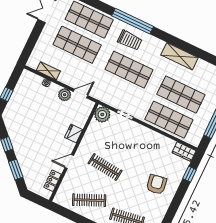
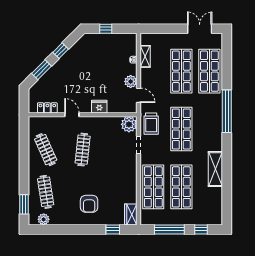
trolley: (130, 40) -> (151, 124), moved
armchair: (156, 184) -> (89, 204), turned 99

